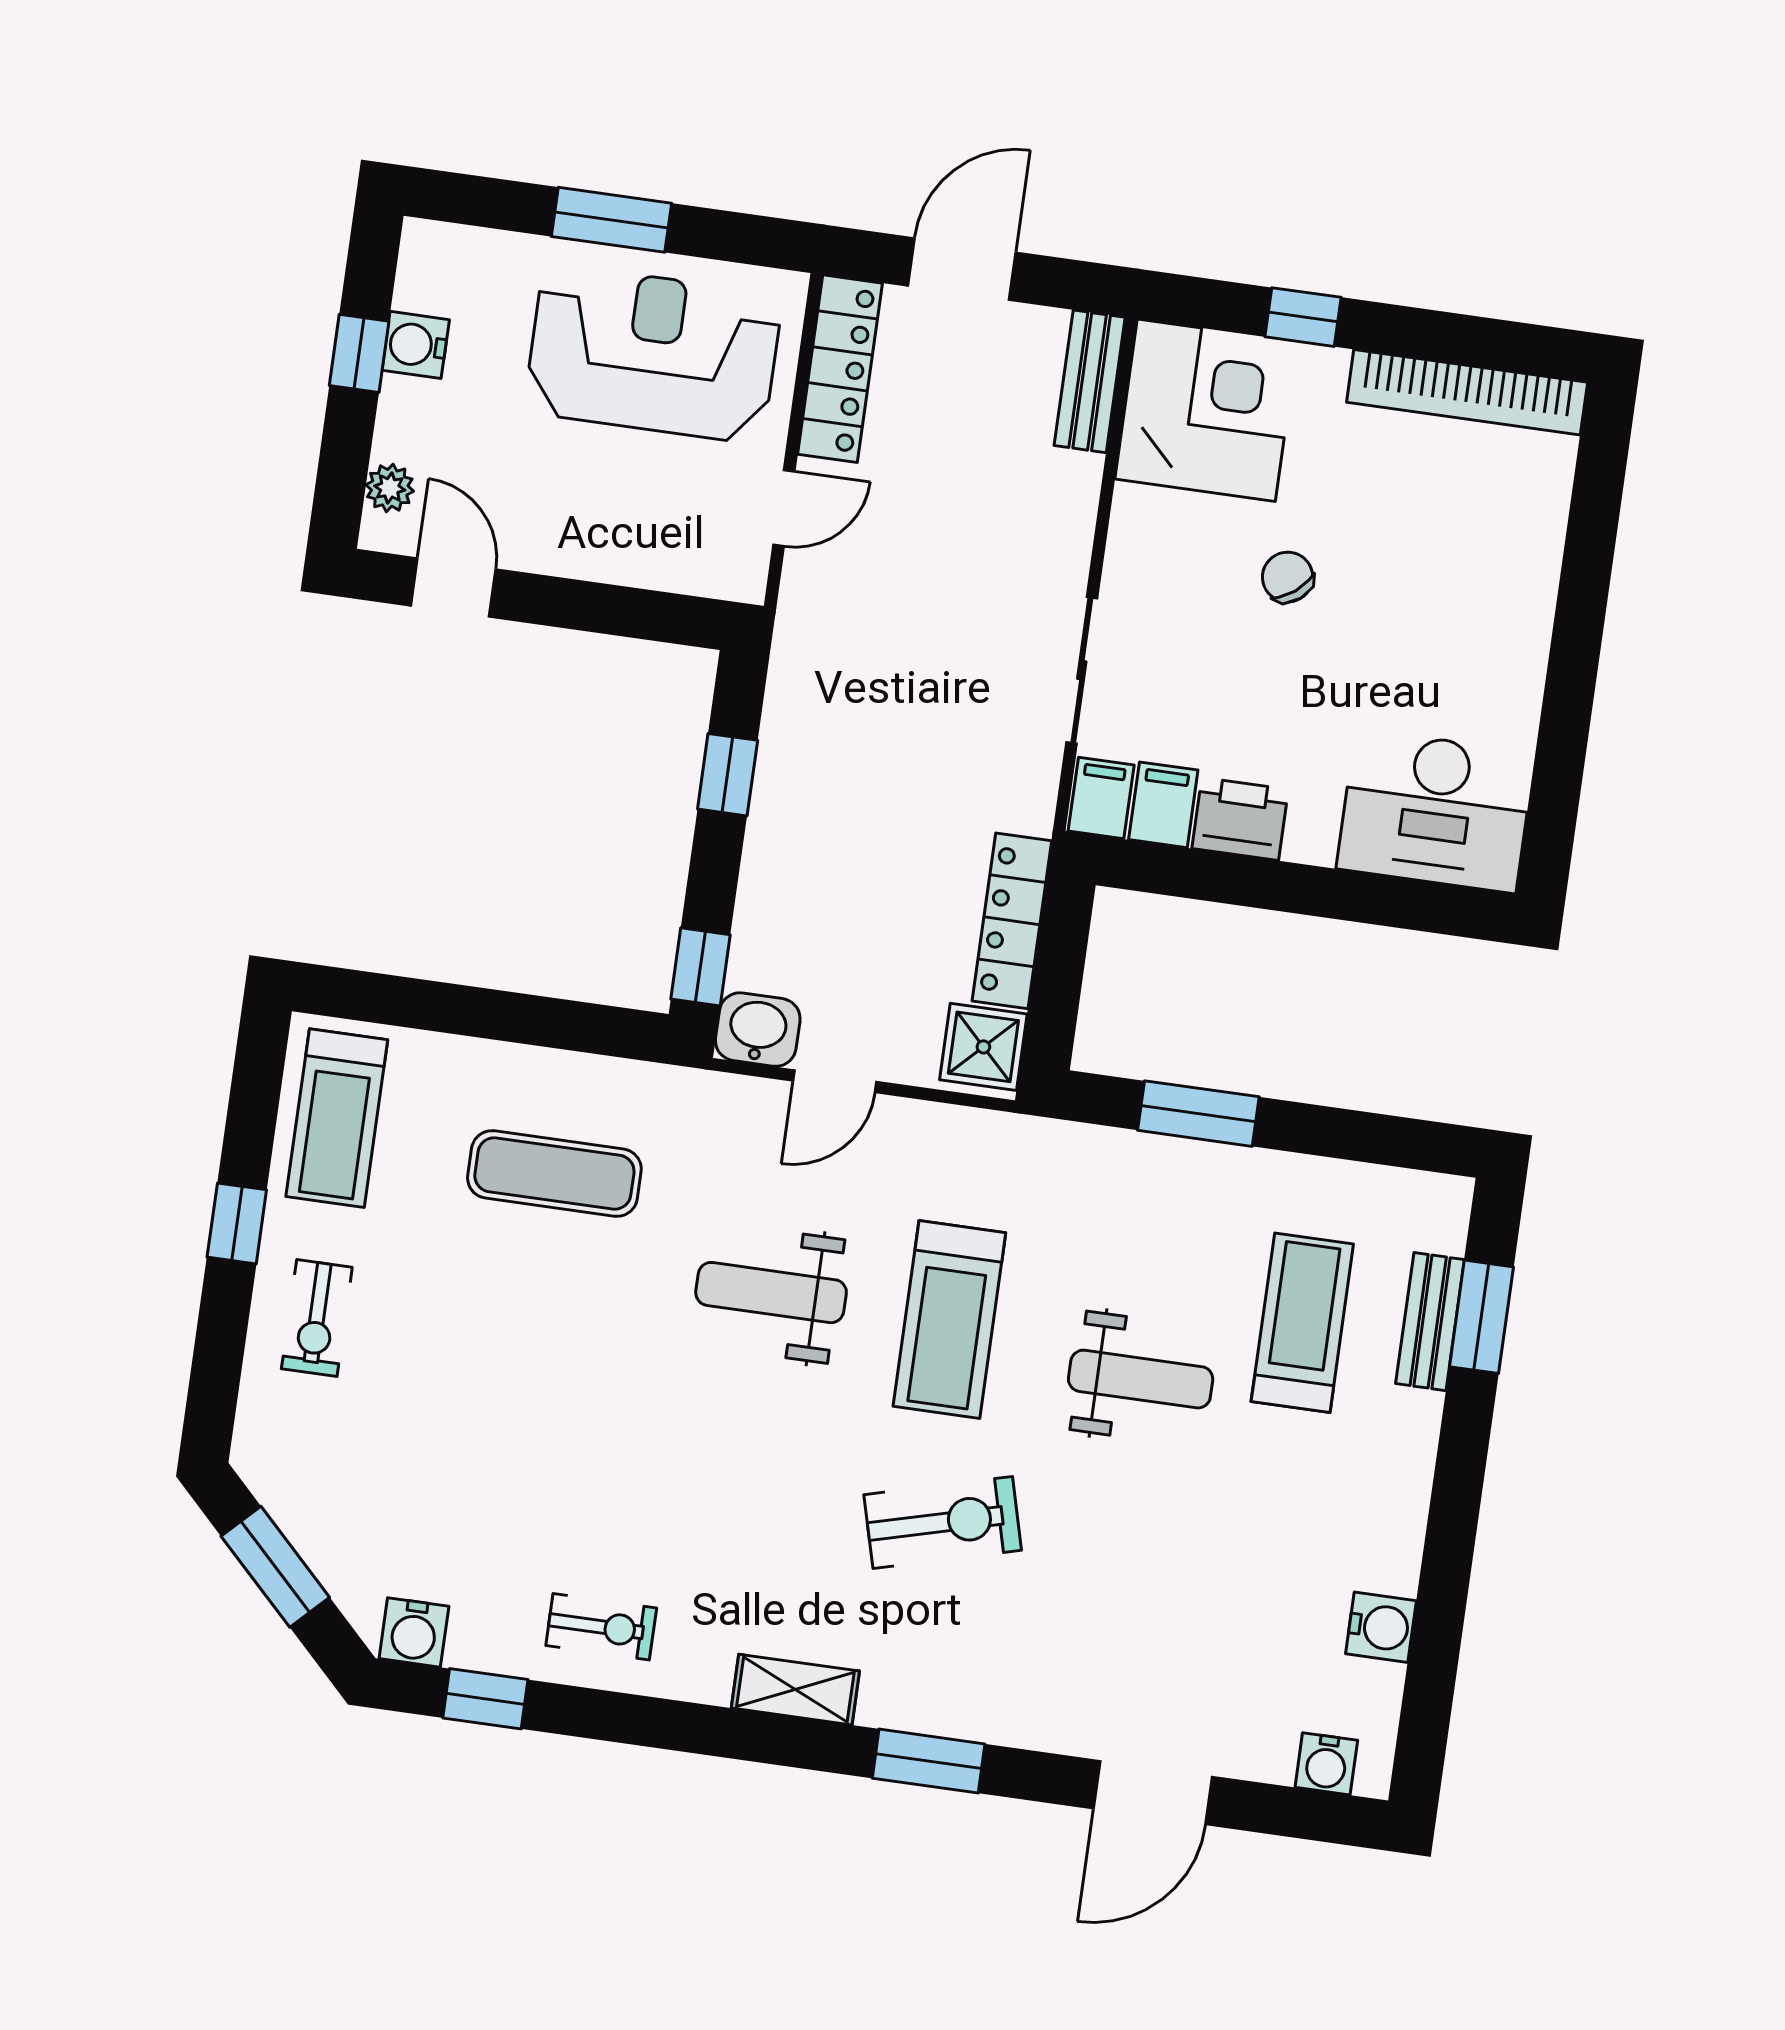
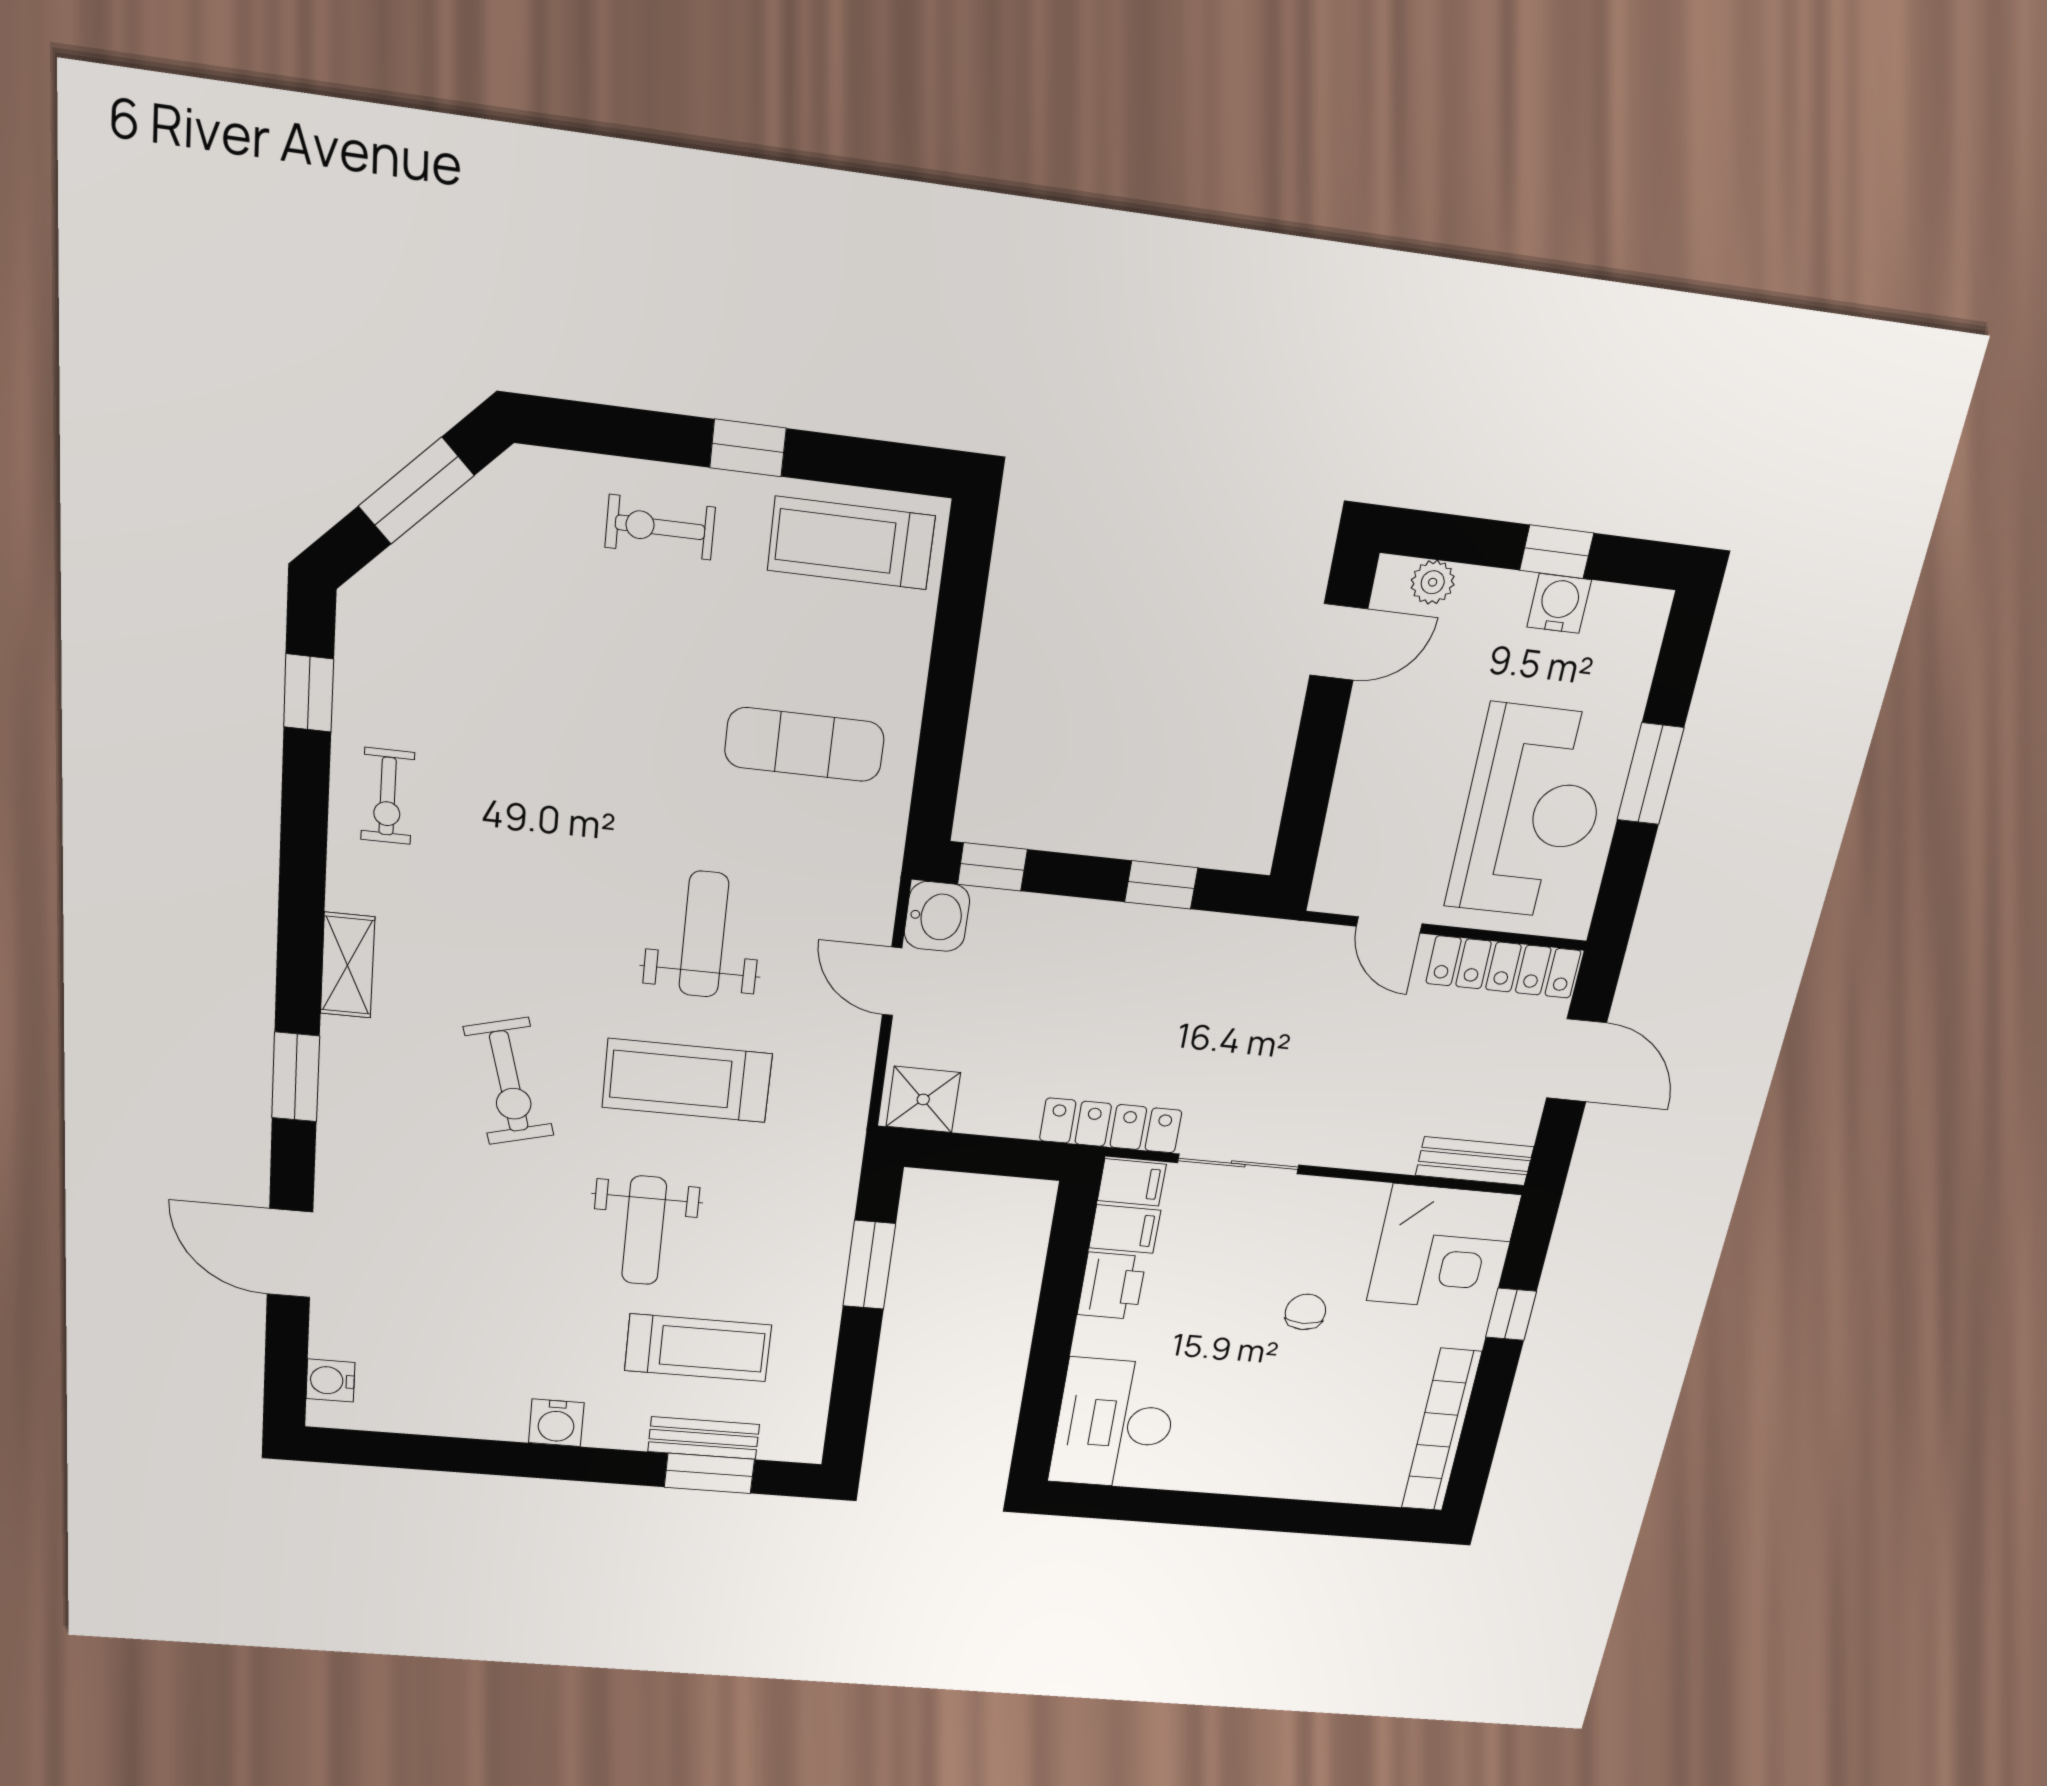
chair: (1288, 577) -> (1305, 1312), turned -52
locker: (1012, 921) -> (1111, 1125), moved
exercise mat: (554, 1174) -> (804, 745), turned 90
water cooler: (1381, 1627) -> (556, 1423), moved
water cooler: (414, 1632) -> (365, 625), removed

